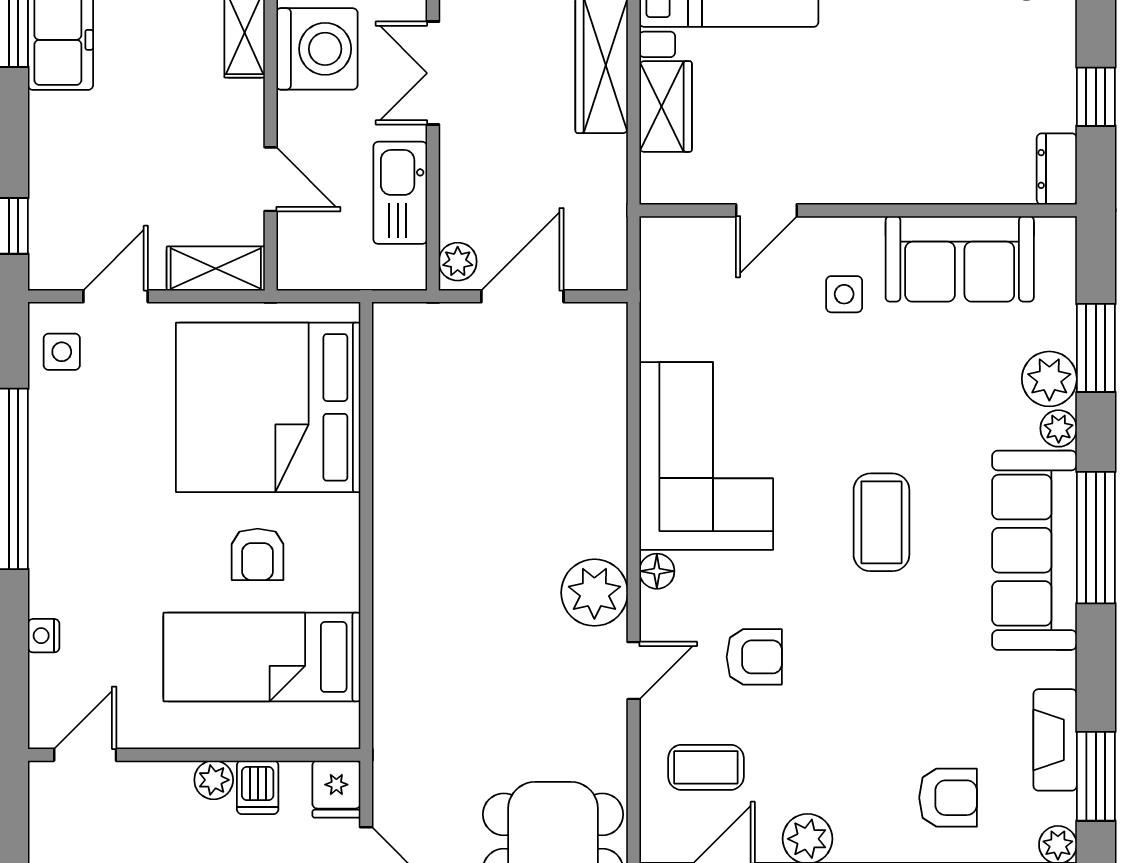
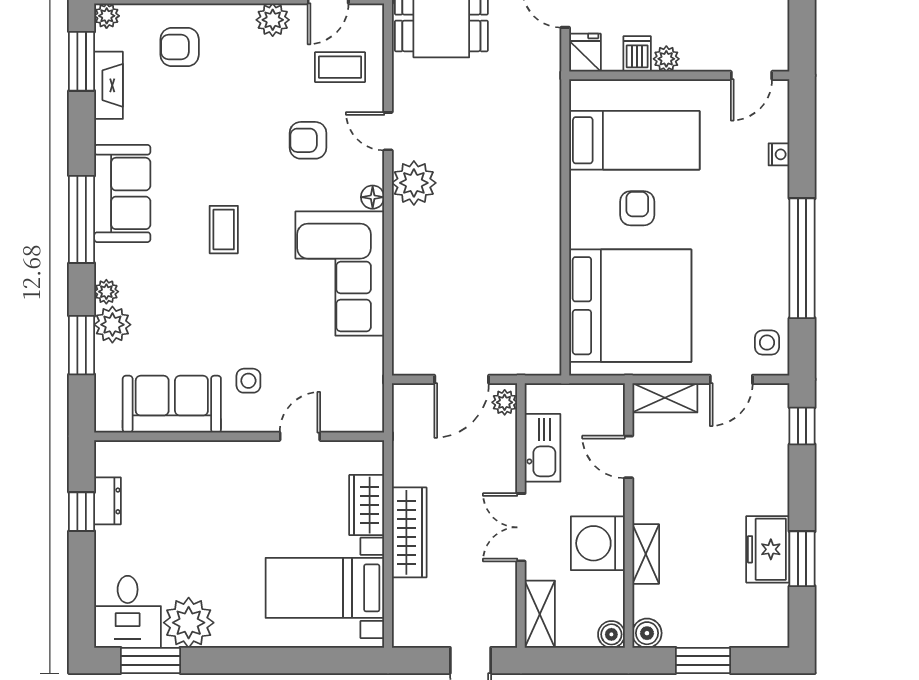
double door: (433, 73) -> (521, 527), swing flipped
dresser: (1057, 169) -> (107, 501), moved
coffee table: (881, 522) -> (224, 230), width x0.73, depth x0.77
sofa: (1034, 550) -> (122, 193), width x0.73
door: (634, 671) -> (388, 131), hinge flipped

